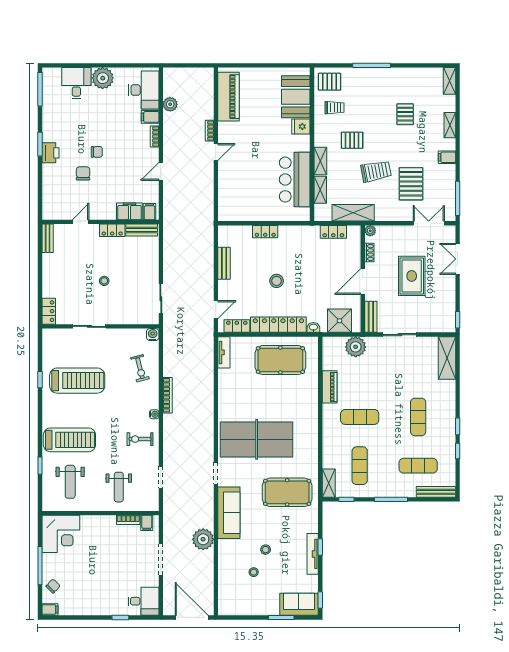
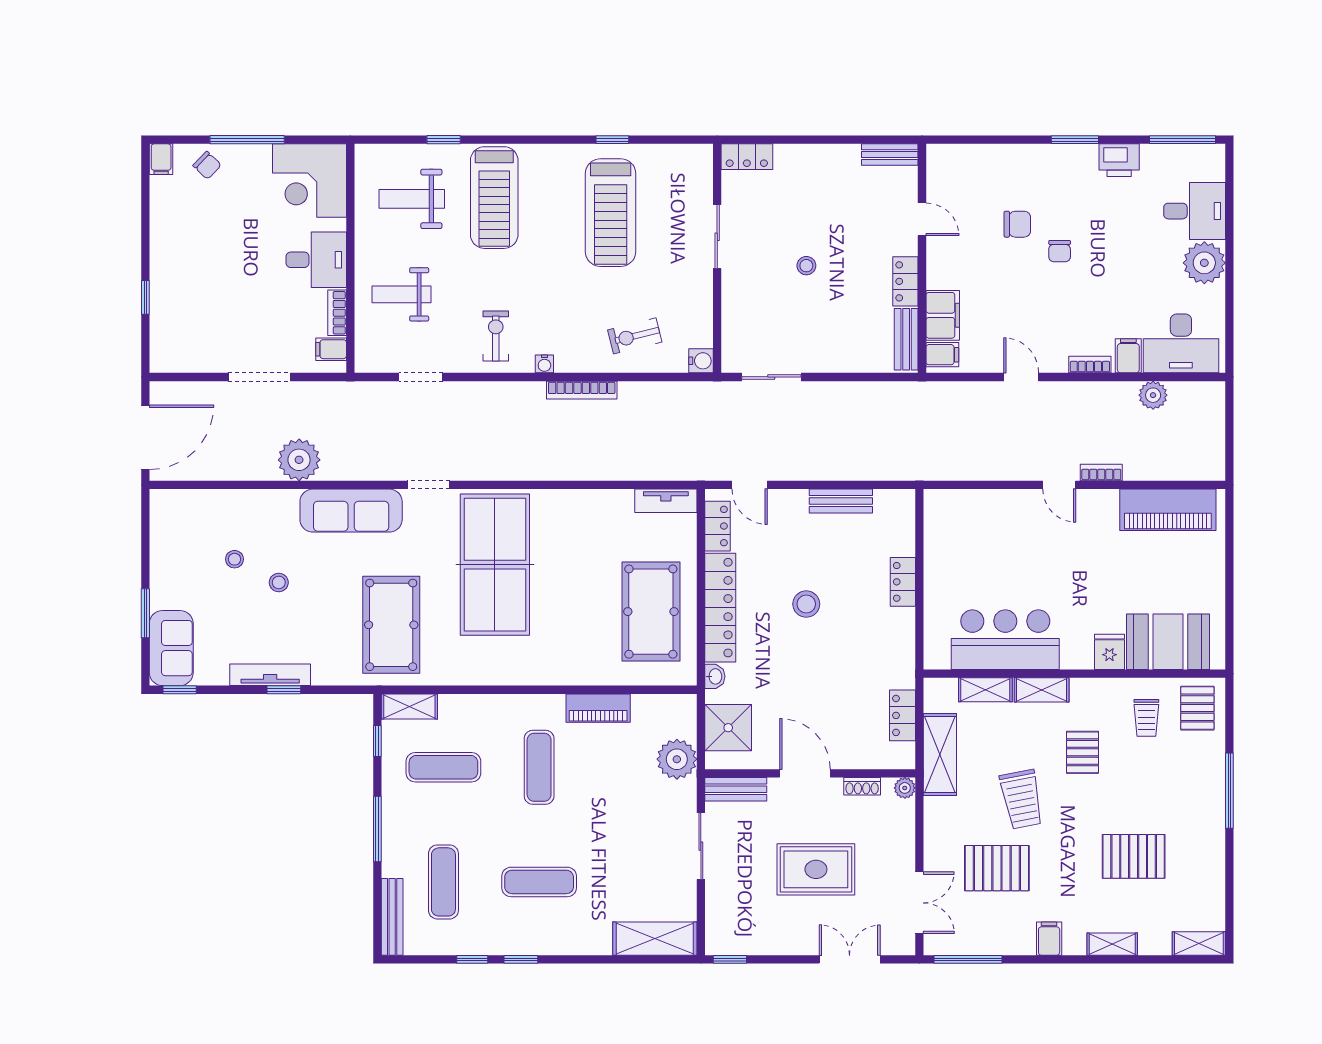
pallet: (405, 114) -> (1134, 856), width x1.50, depth x1.42
printer: (50, 153) -> (1119, 160), moved
desk: (144, 601) -> (316, 260), moved, turned -90

